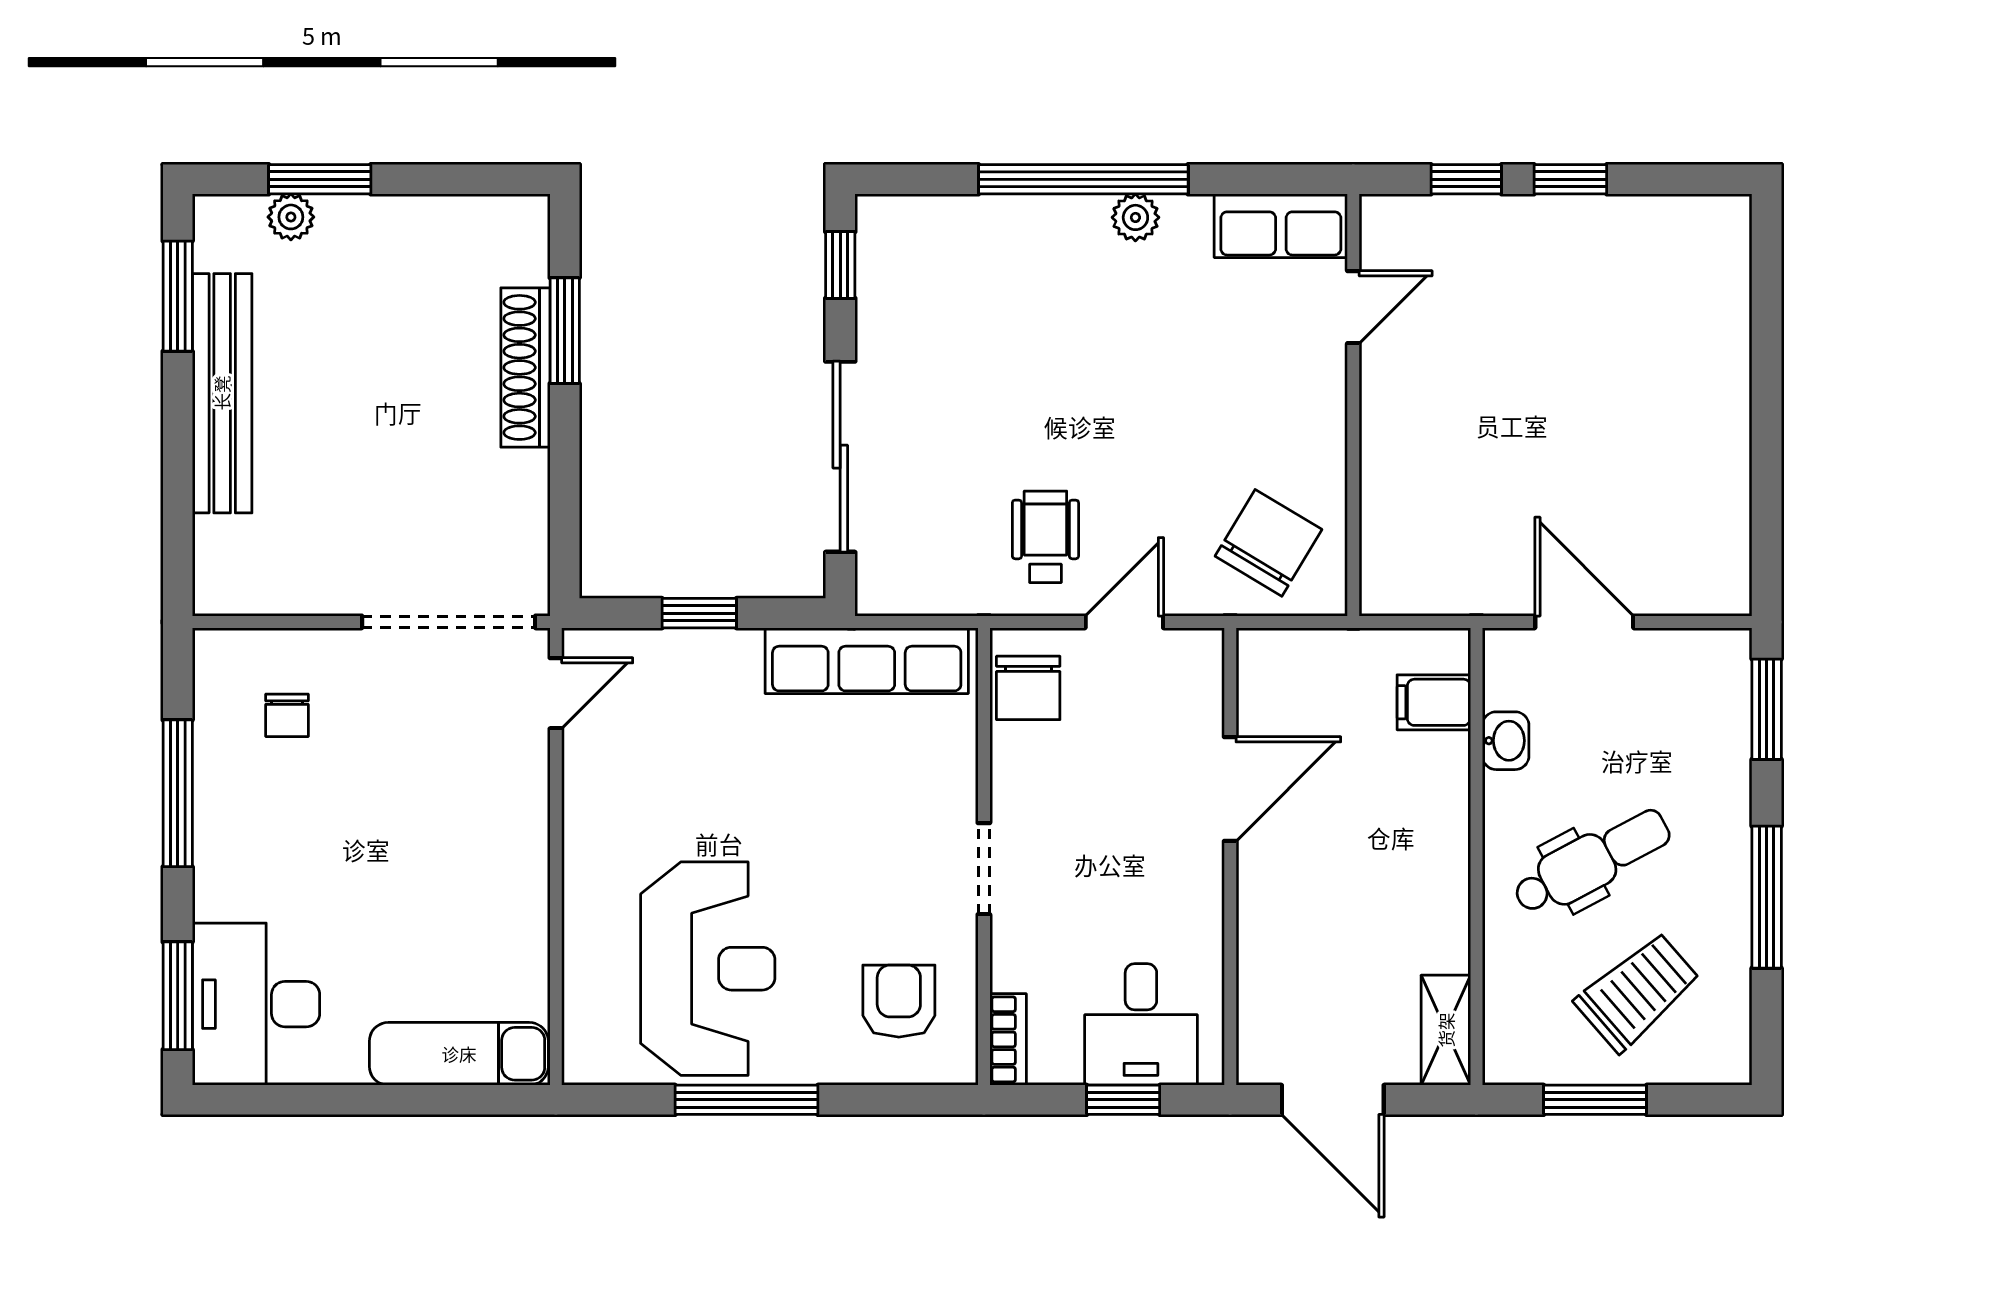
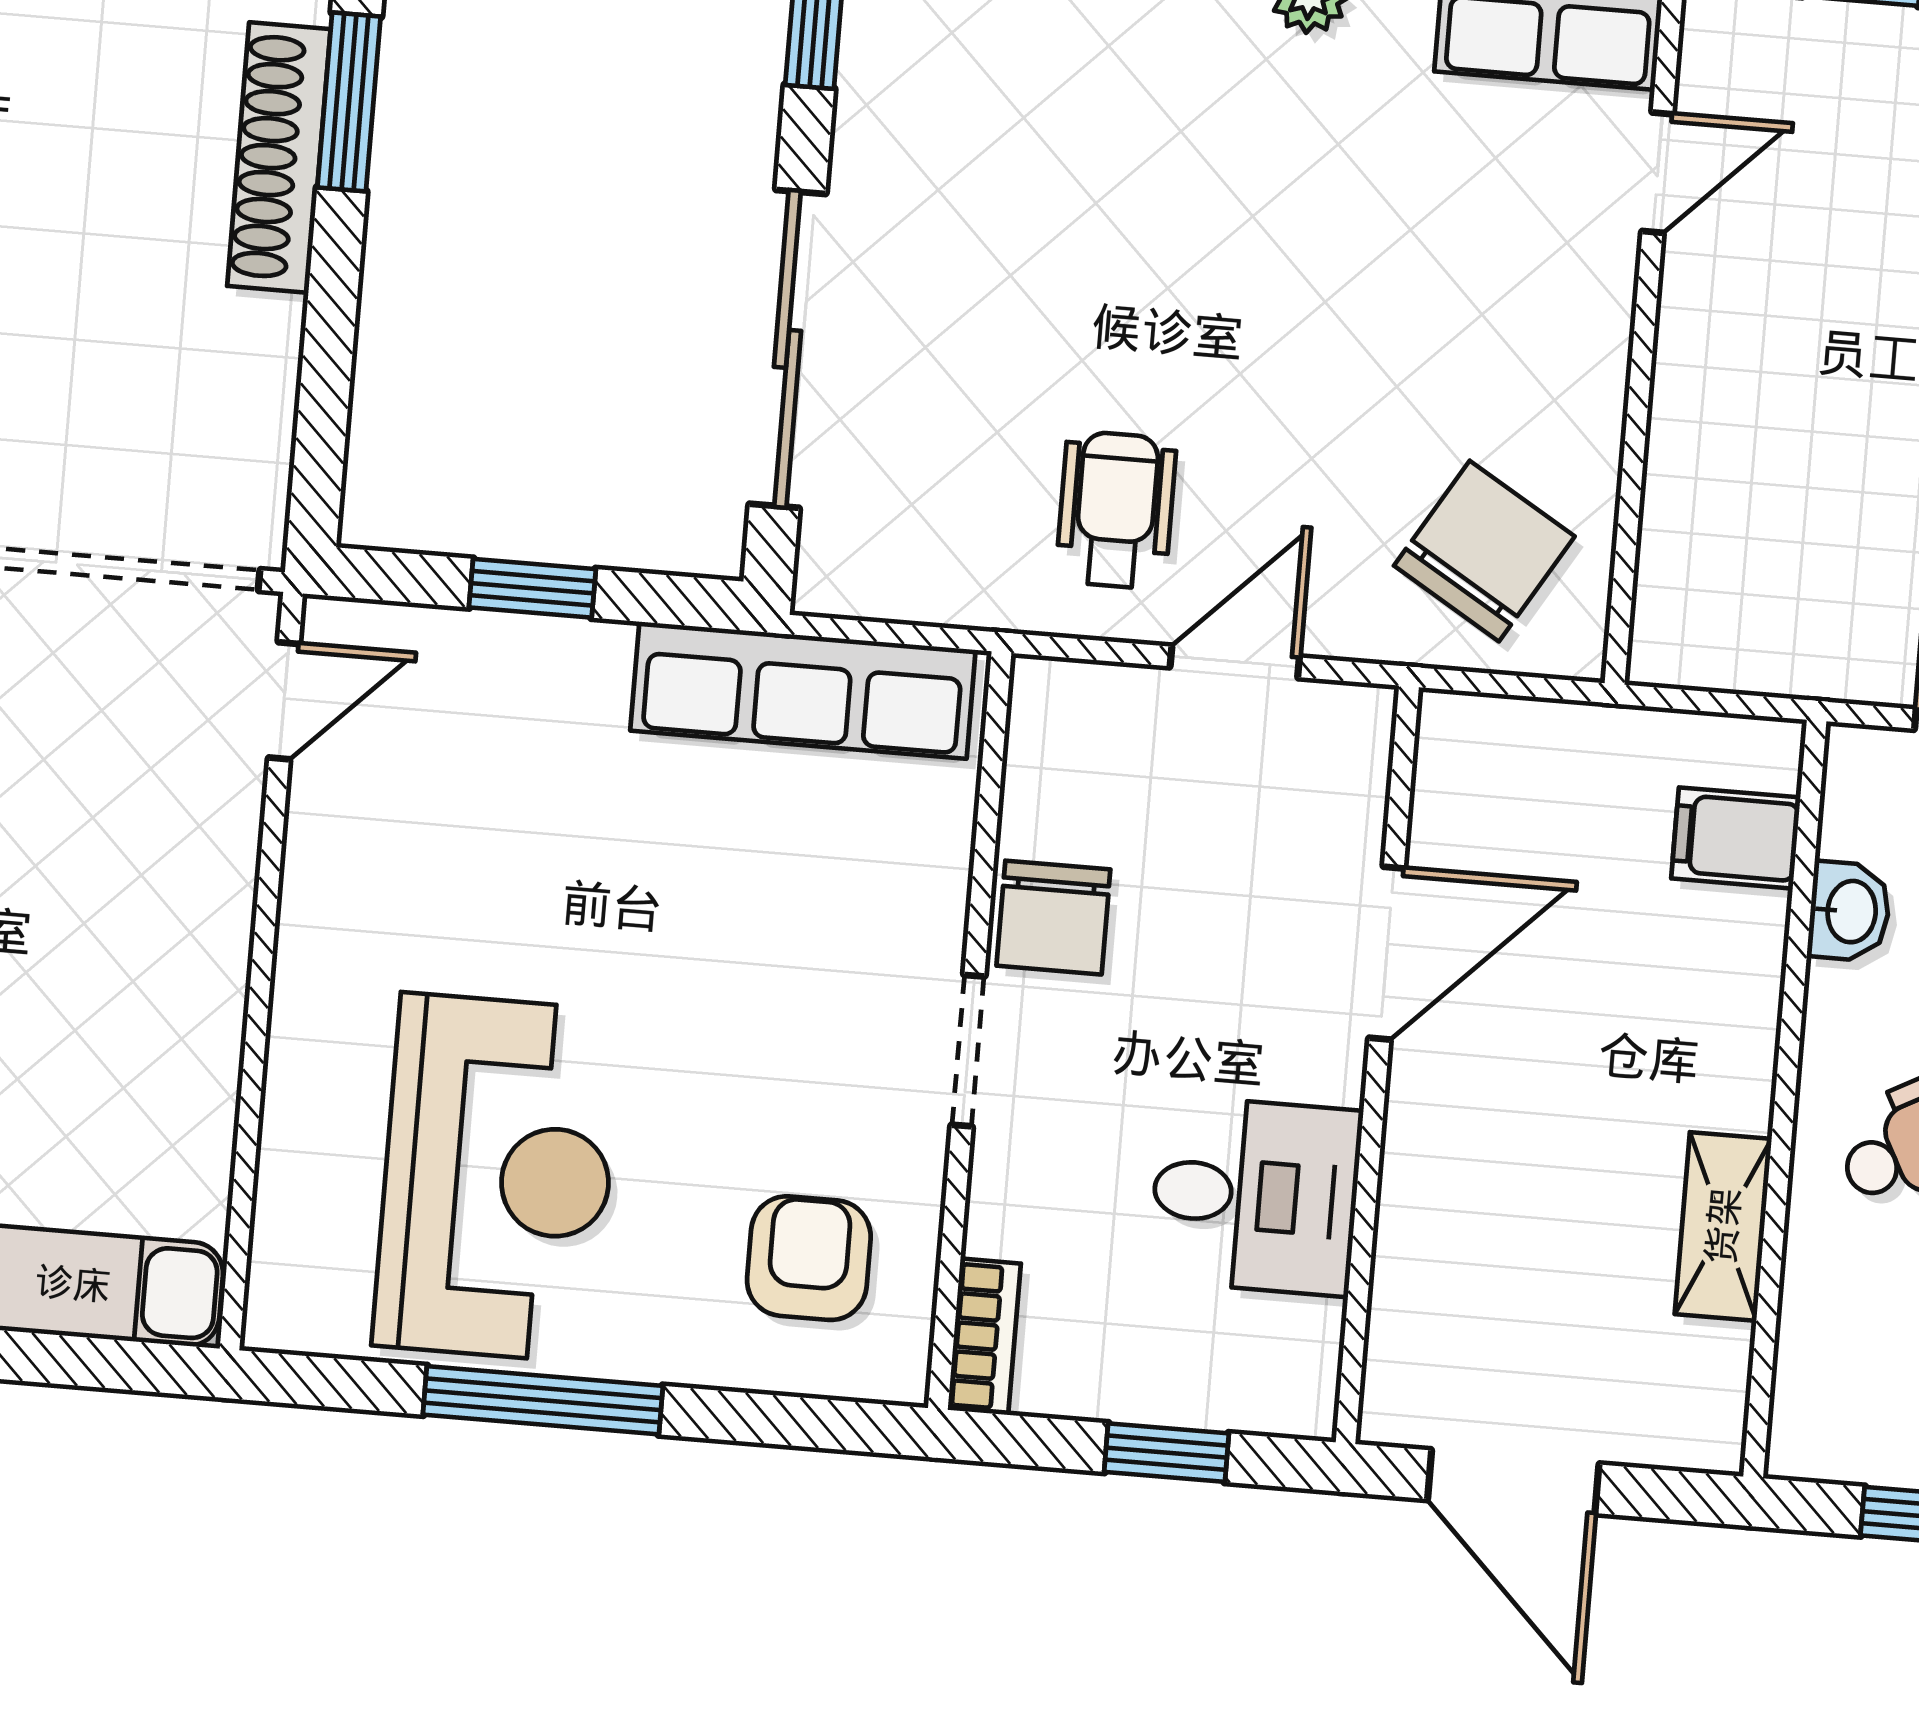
chair: (1028, 688) -> (1053, 918), moved
desk: (1141, 1024) -> (1255, 1196), moved, turned -90
shelving: (1446, 1030) -> (1723, 1226), moved

